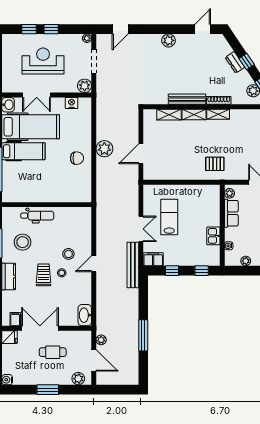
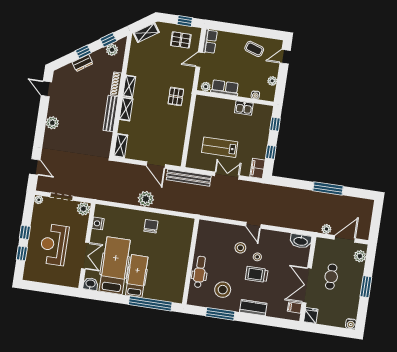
shelving: (169, 115) -> (121, 146), moved
bench: (133, 265) -> (189, 178), moved

